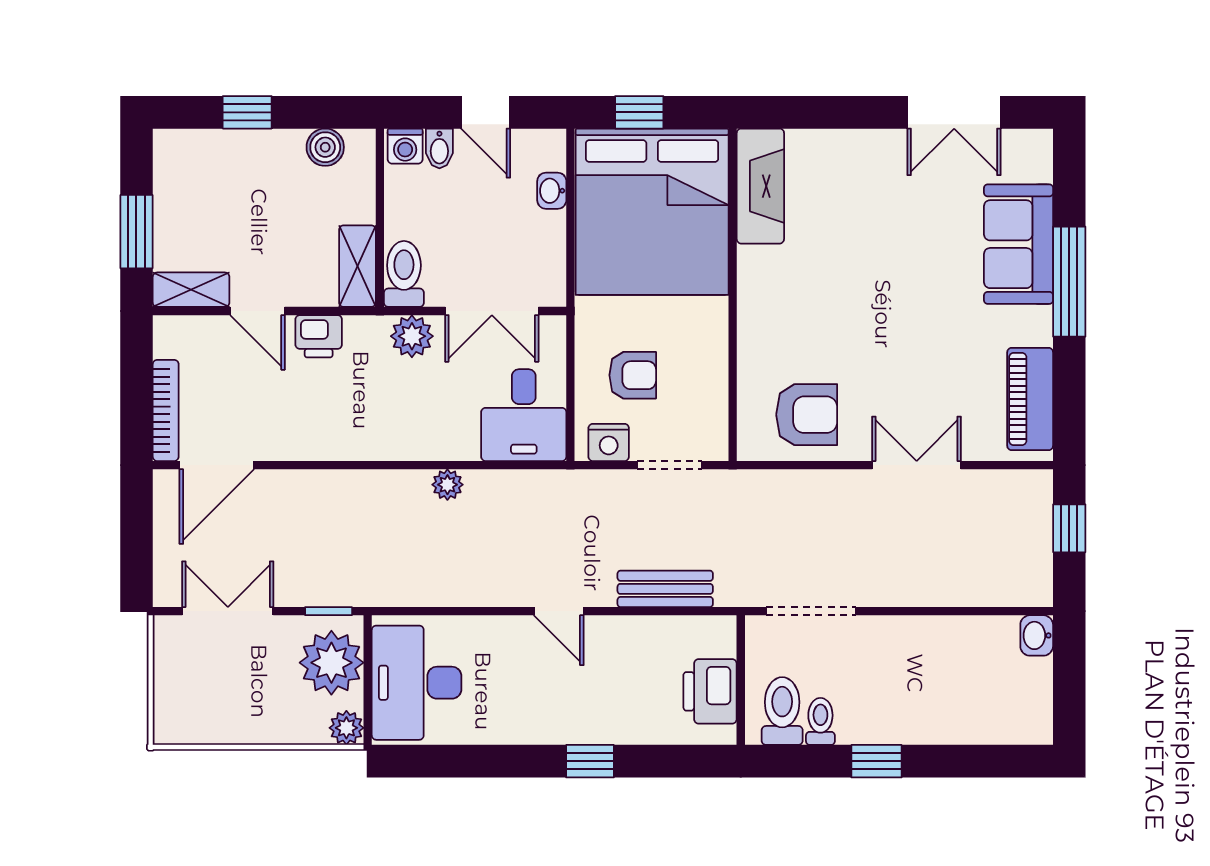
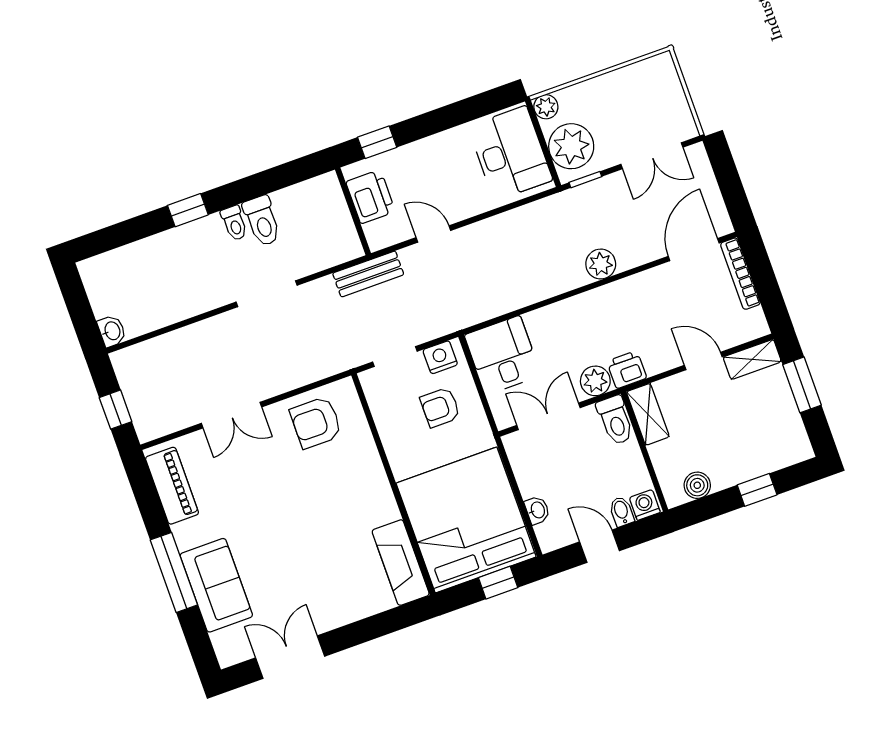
printer: (319, 336) -> (627, 370), moved
plant: (447, 485) -> (601, 264), moved, width x1.38, depth x1.38
wall: (741, 680) -> (353, 211), moved
printer: (710, 691) -> (371, 197), moved

